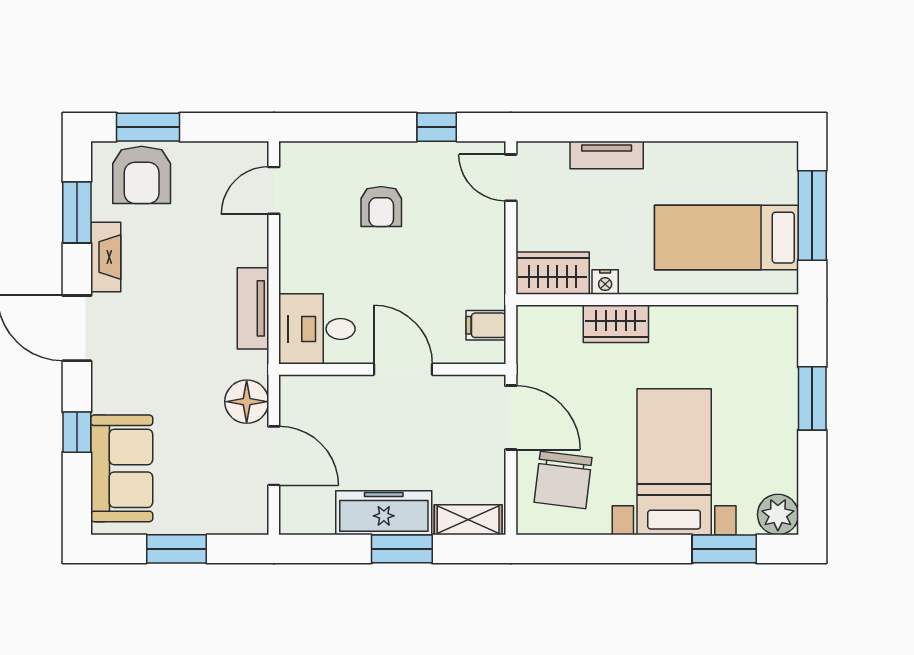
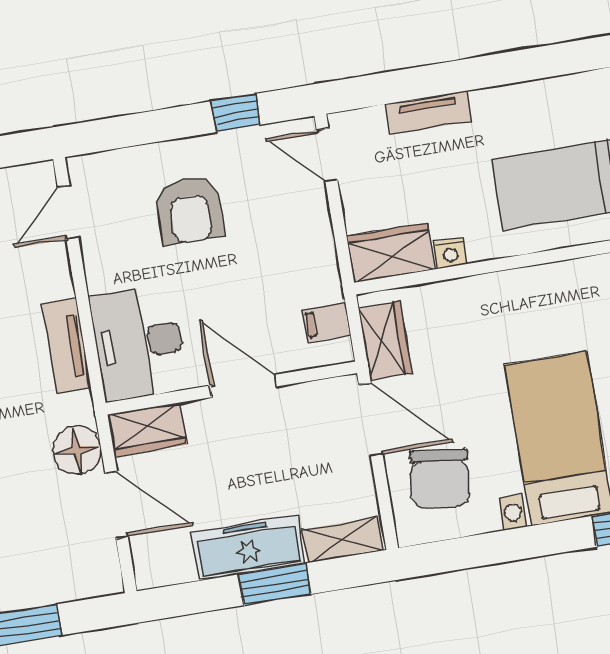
armchair: (381, 206) -> (189, 210), width x1.38, depth x1.38
wardrobe: (616, 324) -> (385, 340), moved, turned -90
desk: (317, 329) -> (139, 343), width x1.37
wardrobe: (312, 394) -> (147, 430), added

